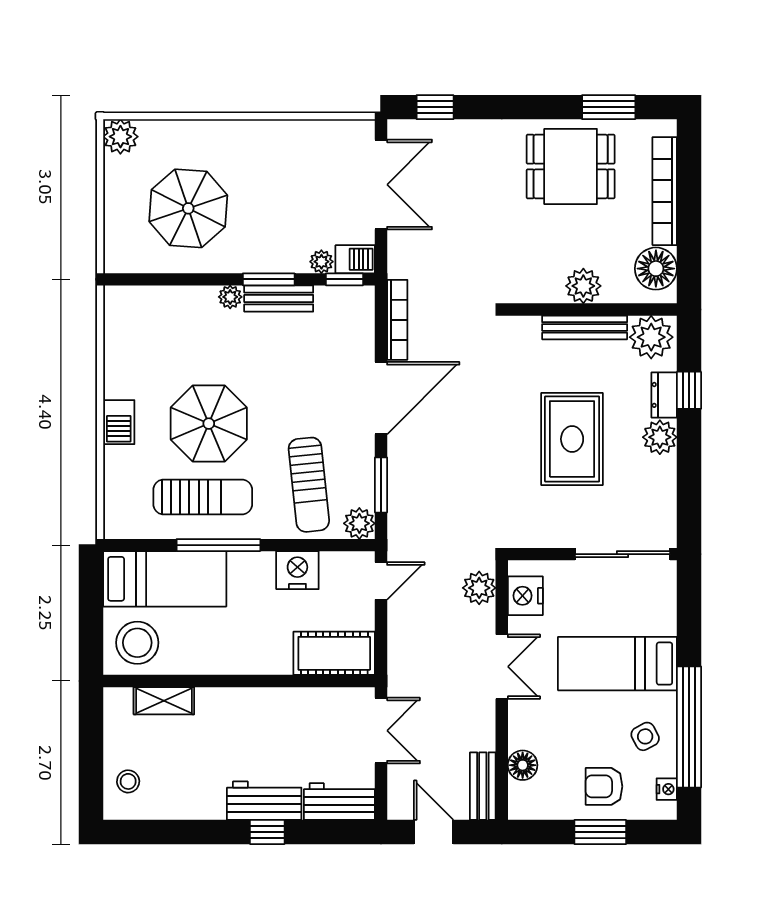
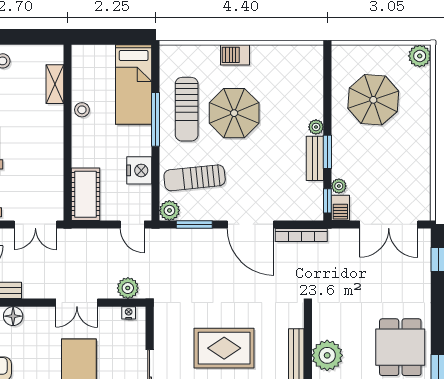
plant: (583, 286) -> (327, 355), width x1.36, depth x1.36
nightstand: (525, 596) -> (129, 313), width x0.53, depth x0.56
stool: (137, 643) -> (82, 110), moved, width x0.53, depth x0.53

